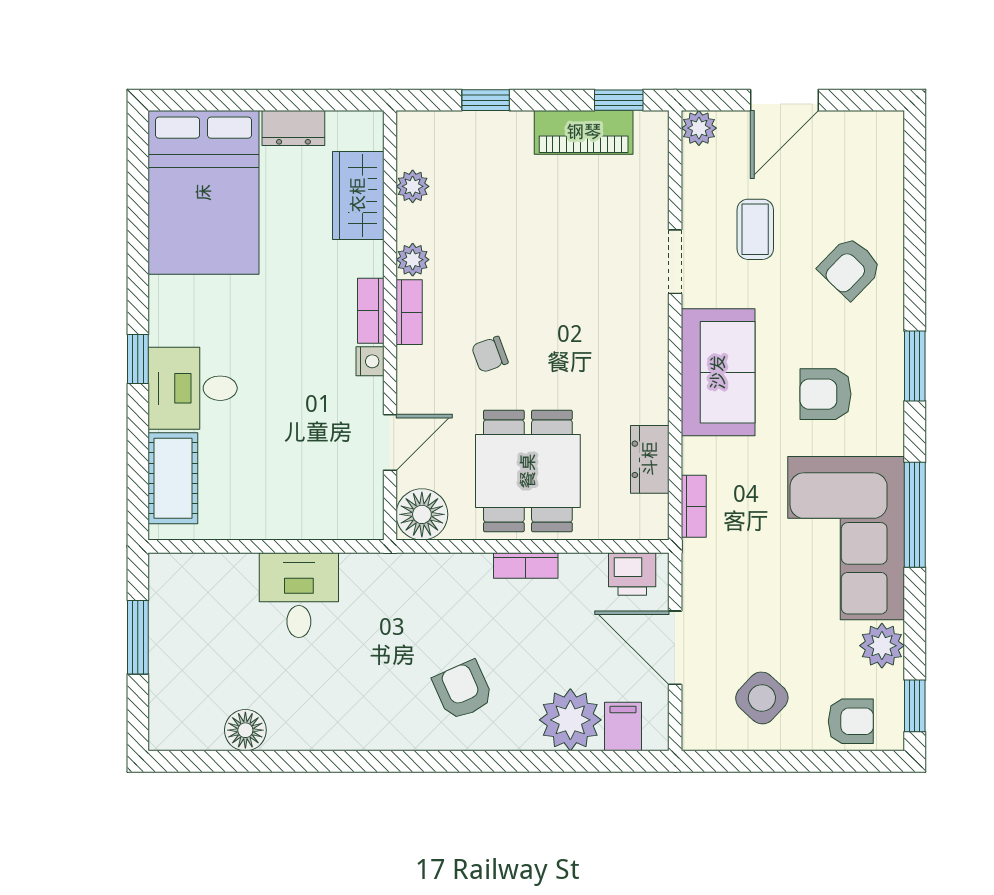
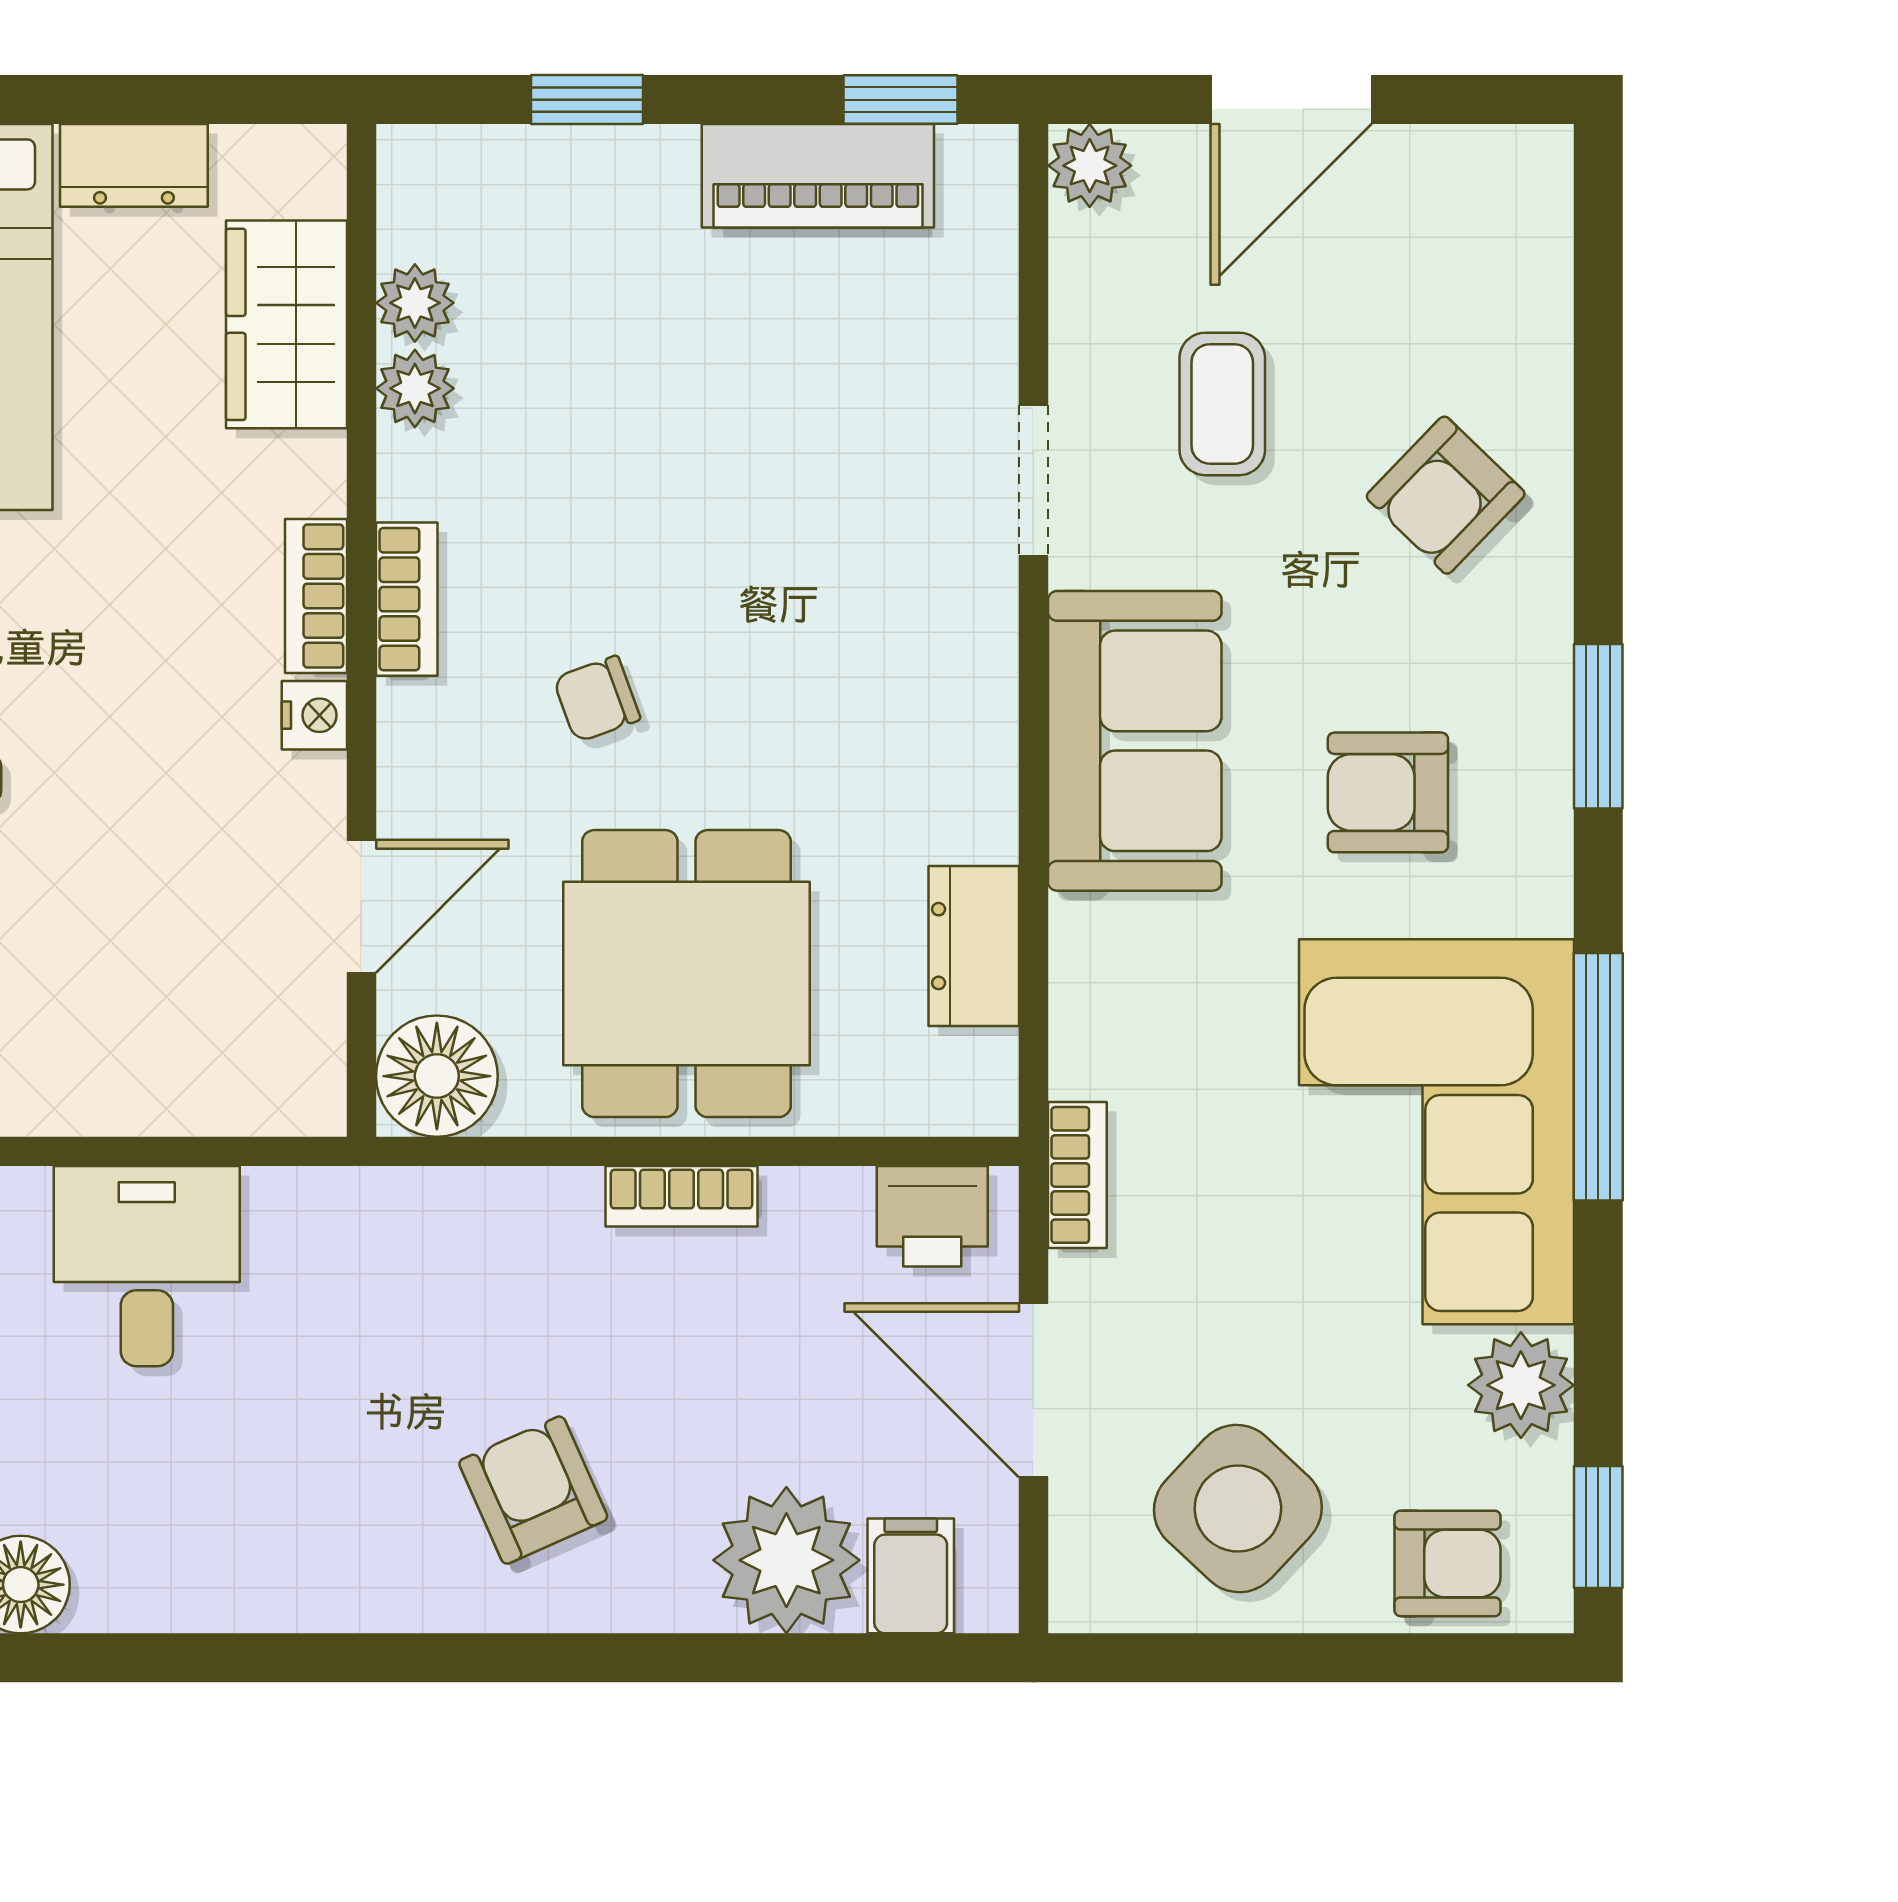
plant: (413, 260) -> (415, 388), moved
bookcase: (694, 506) -> (1077, 1175), moved
side table: (762, 698) -> (1238, 1509), width x1.37, depth x1.37

